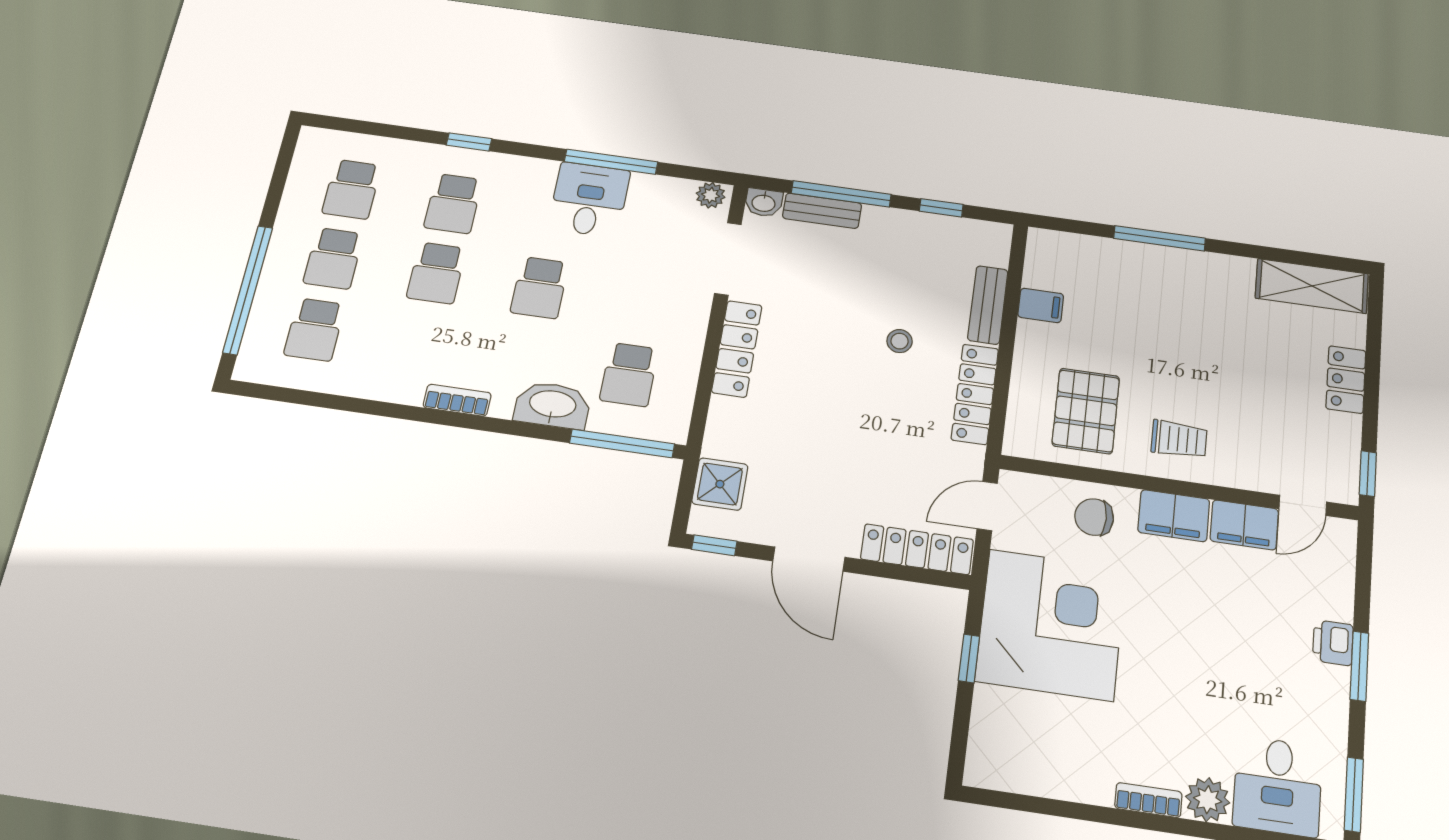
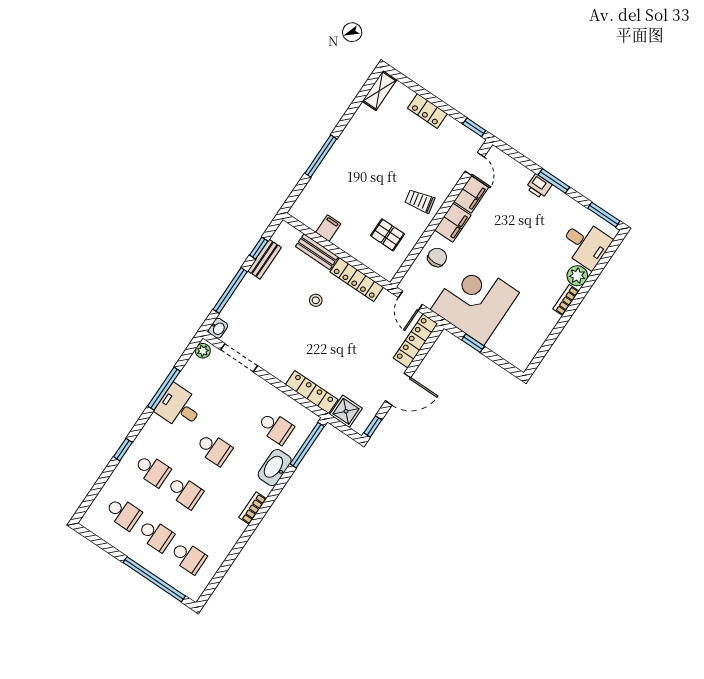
bench: (822, 211) -> (265, 259), moved
shelving: (1312, 286) -> (379, 91), width x0.67, depth x0.75
locker: (737, 349) -> (312, 392), moved
pallet: (1086, 411) -> (387, 235), width x0.67, depth x0.71
trolley: (1179, 439) -> (420, 201), turned -102
chair: (1094, 517) -> (437, 257), turned 180

